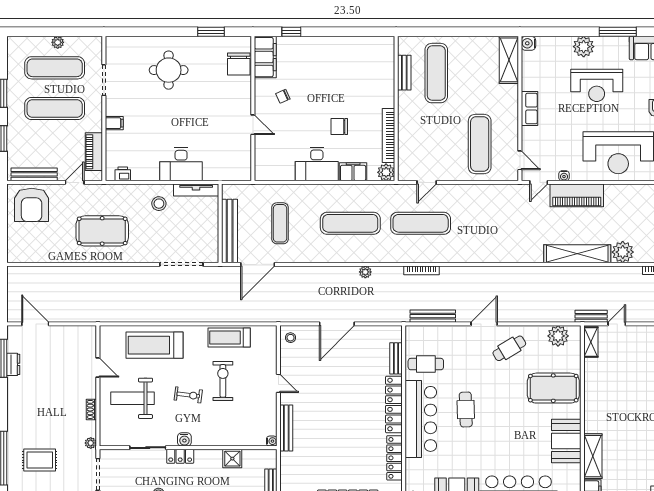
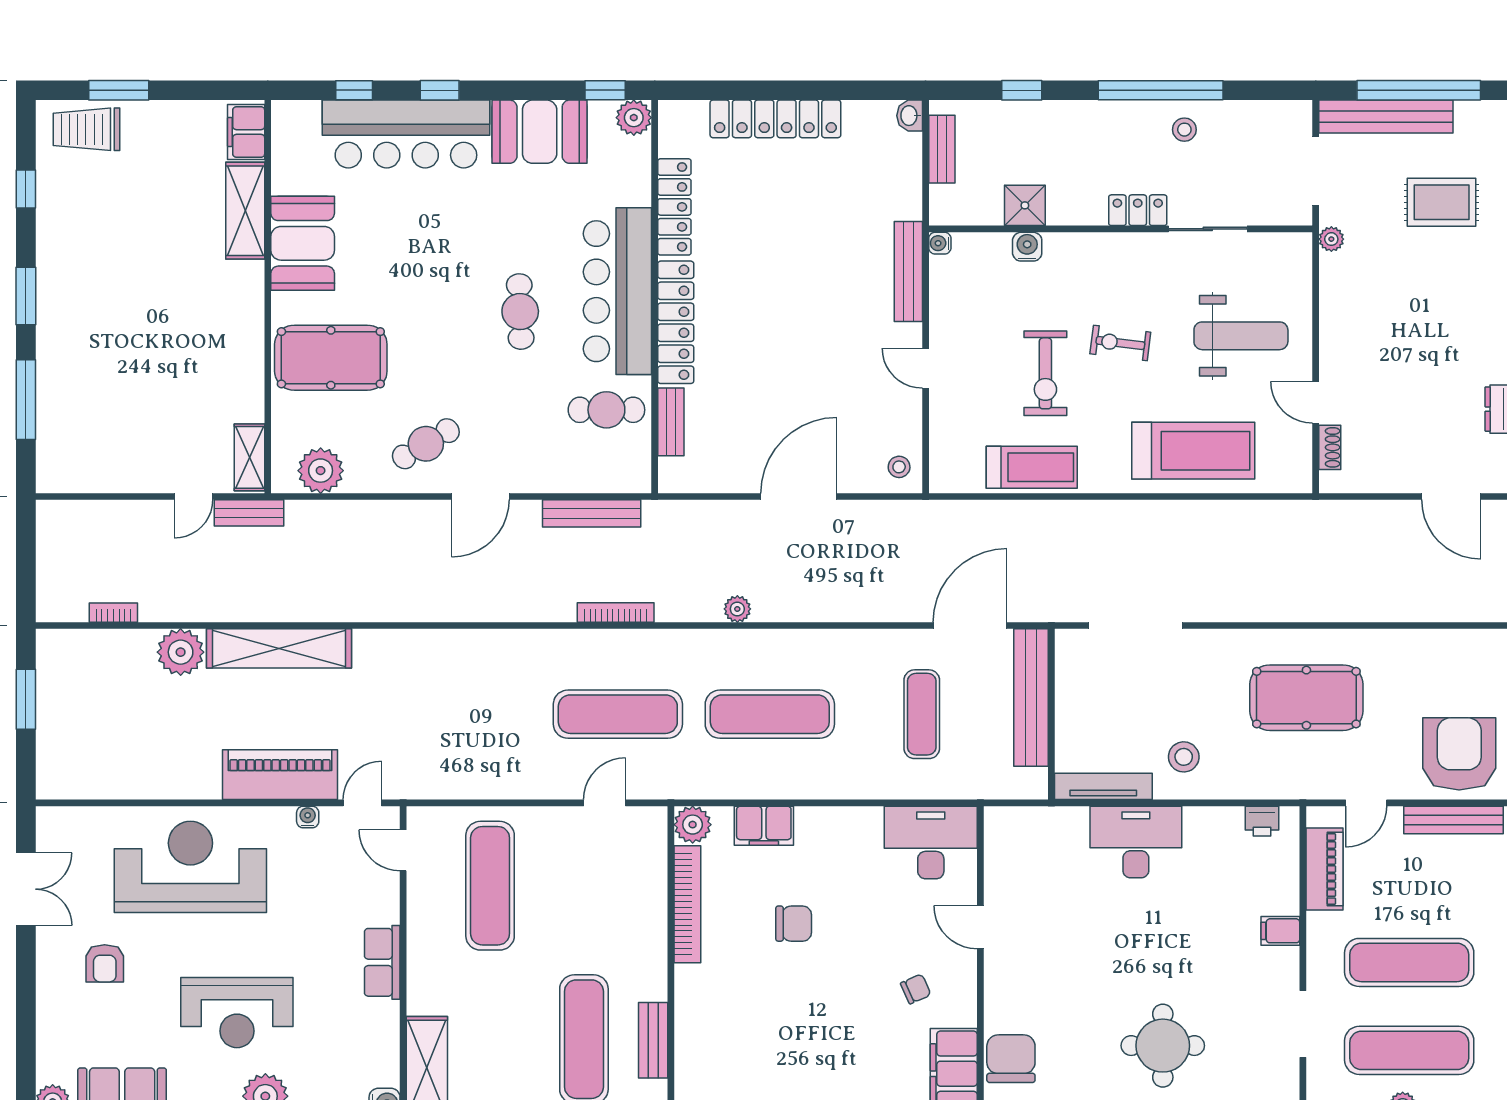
reception desk: (597, 85) -> (237, 1013), turned 180
desk: (317, 164) -> (931, 842), moved
shoe rack: (91, 409) -> (1330, 447), moved
water cooler: (184, 439) -> (1027, 247), moved

